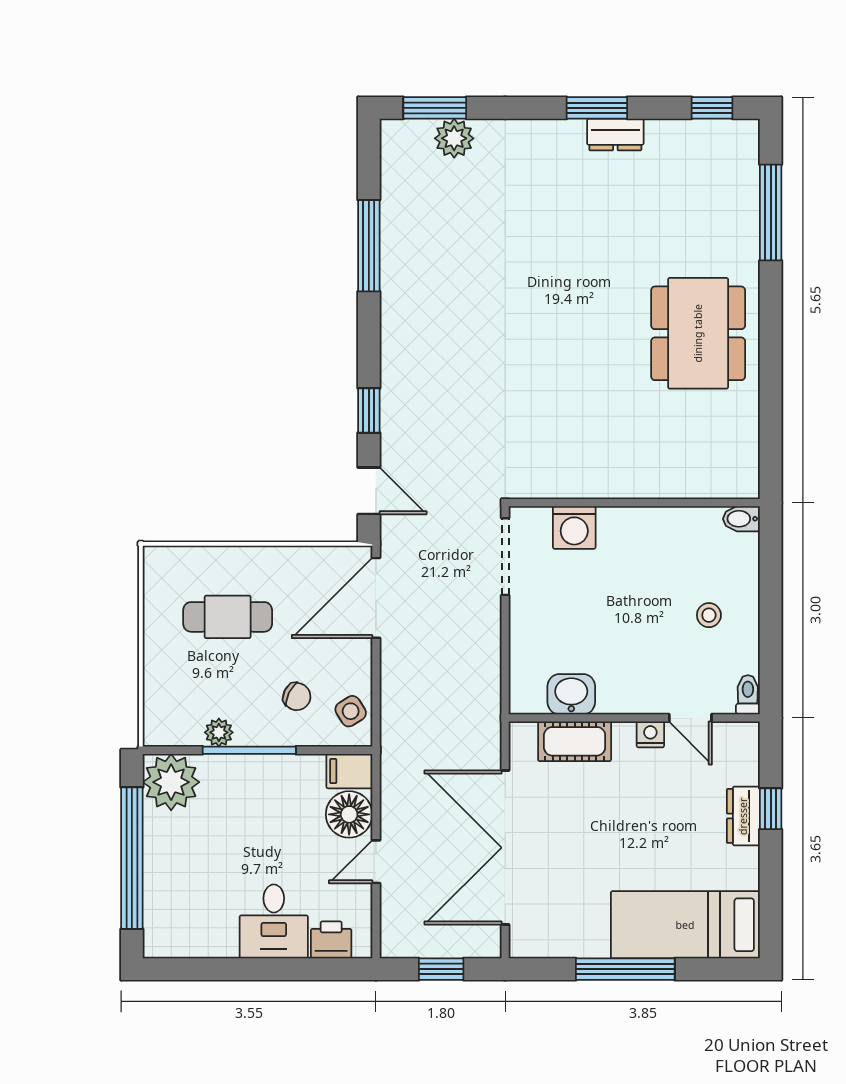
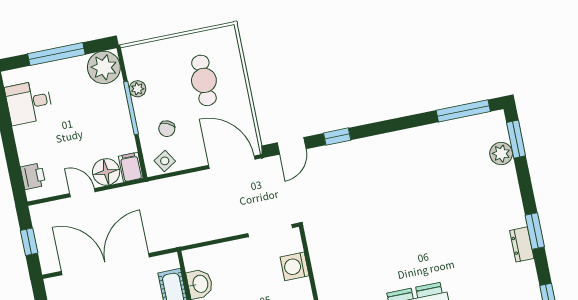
window: (369, 246) -> (463, 111), moved
window: (132, 858) -> (56, 54), width x0.68
desk: (274, 921) -> (29, 102), moved

